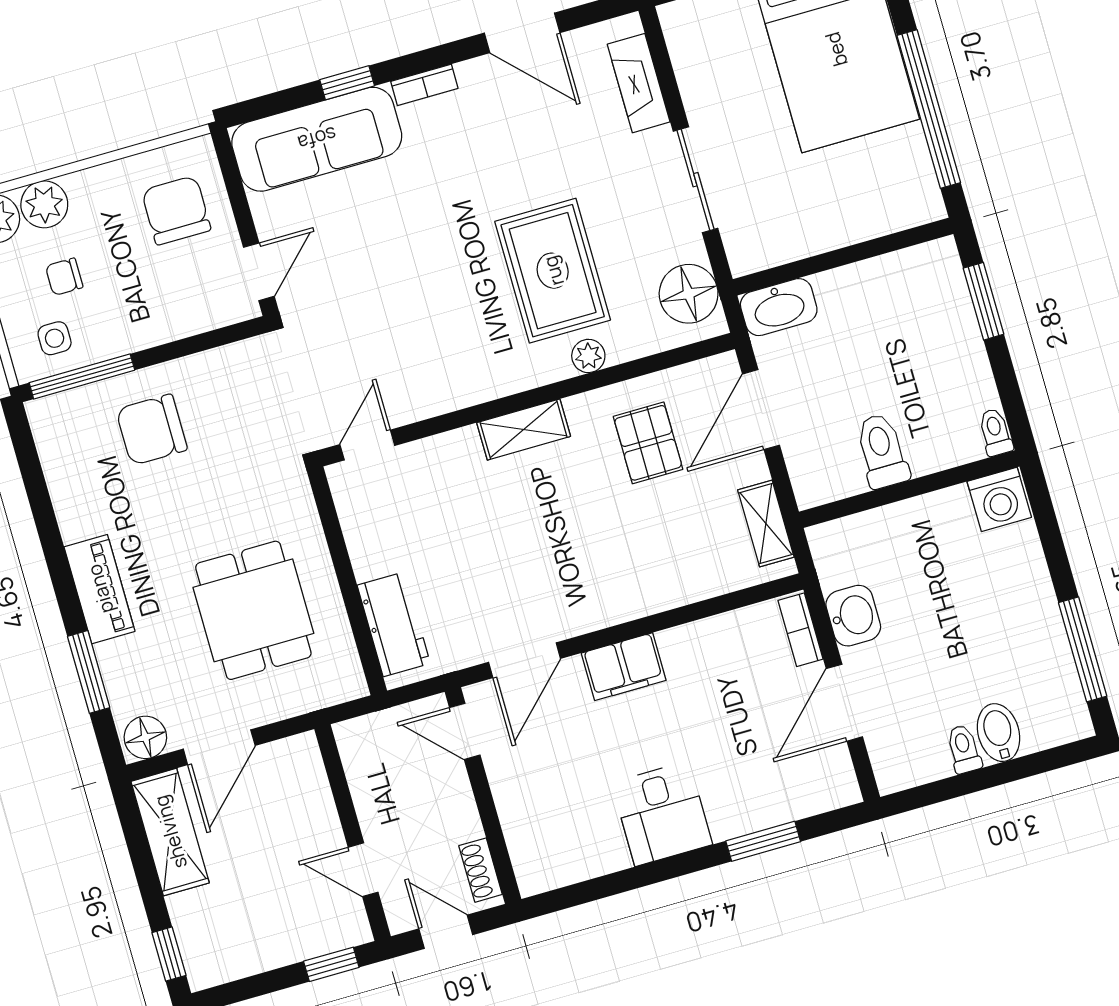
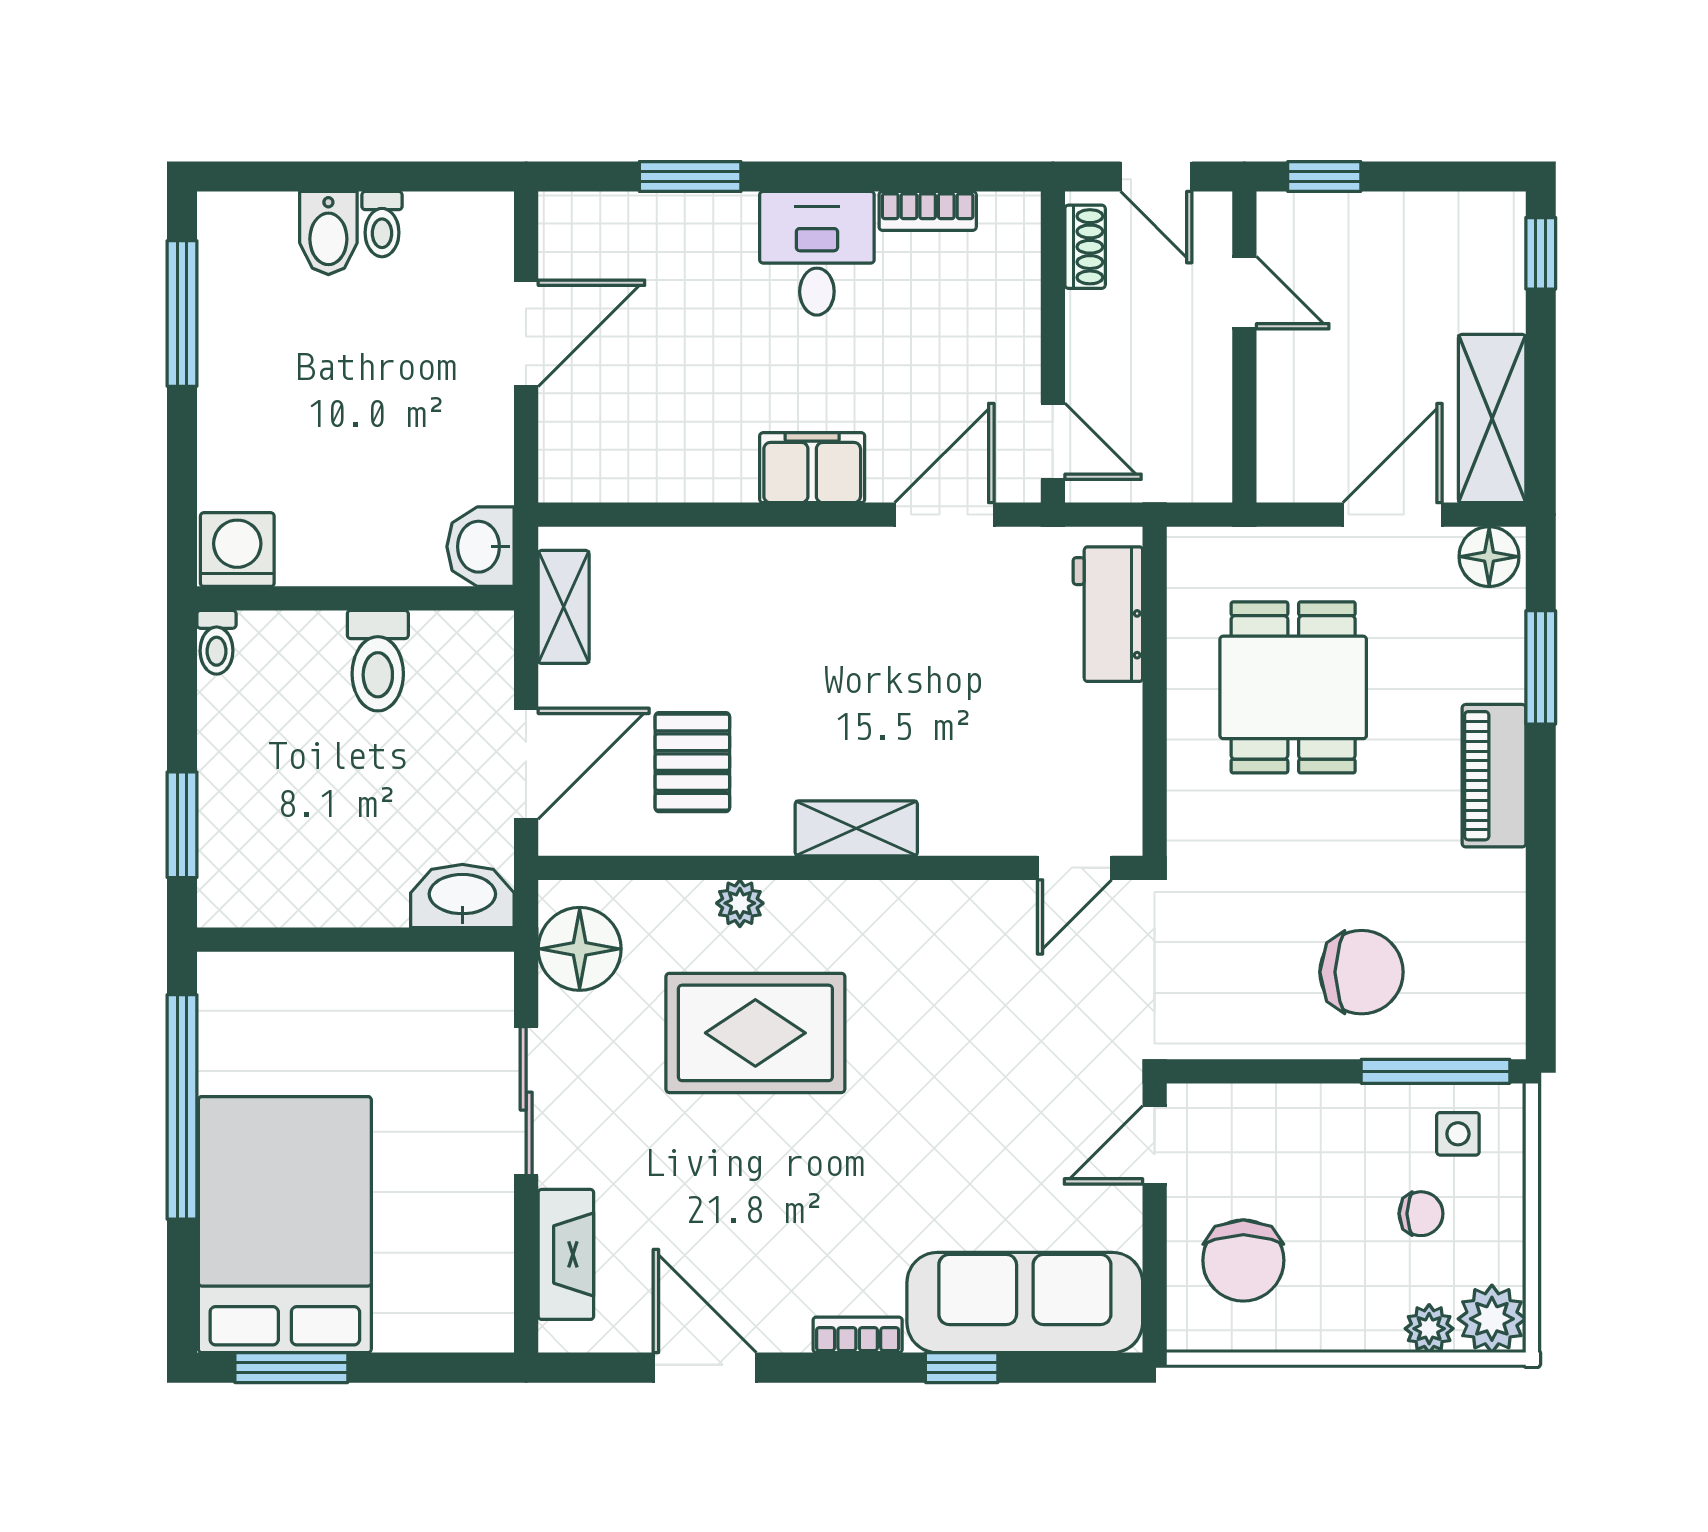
plant: (44, 204) -> (1429, 1329), width x0.73, depth x0.73
rug: (553, 271) -> (755, 1033), turned 90
washbasin: (853, 616) -> (481, 547), moved
bookcase: (801, 630) -> (928, 211), moved, turned 90

